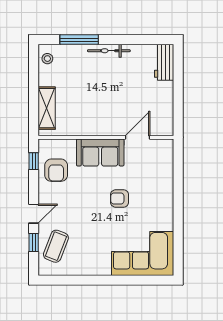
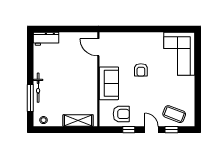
bicycle: (109, 51) -> (38, 88), moved
door: (138, 137) -> (98, 47), moved
window: (34, 161) -> (129, 130), moved

